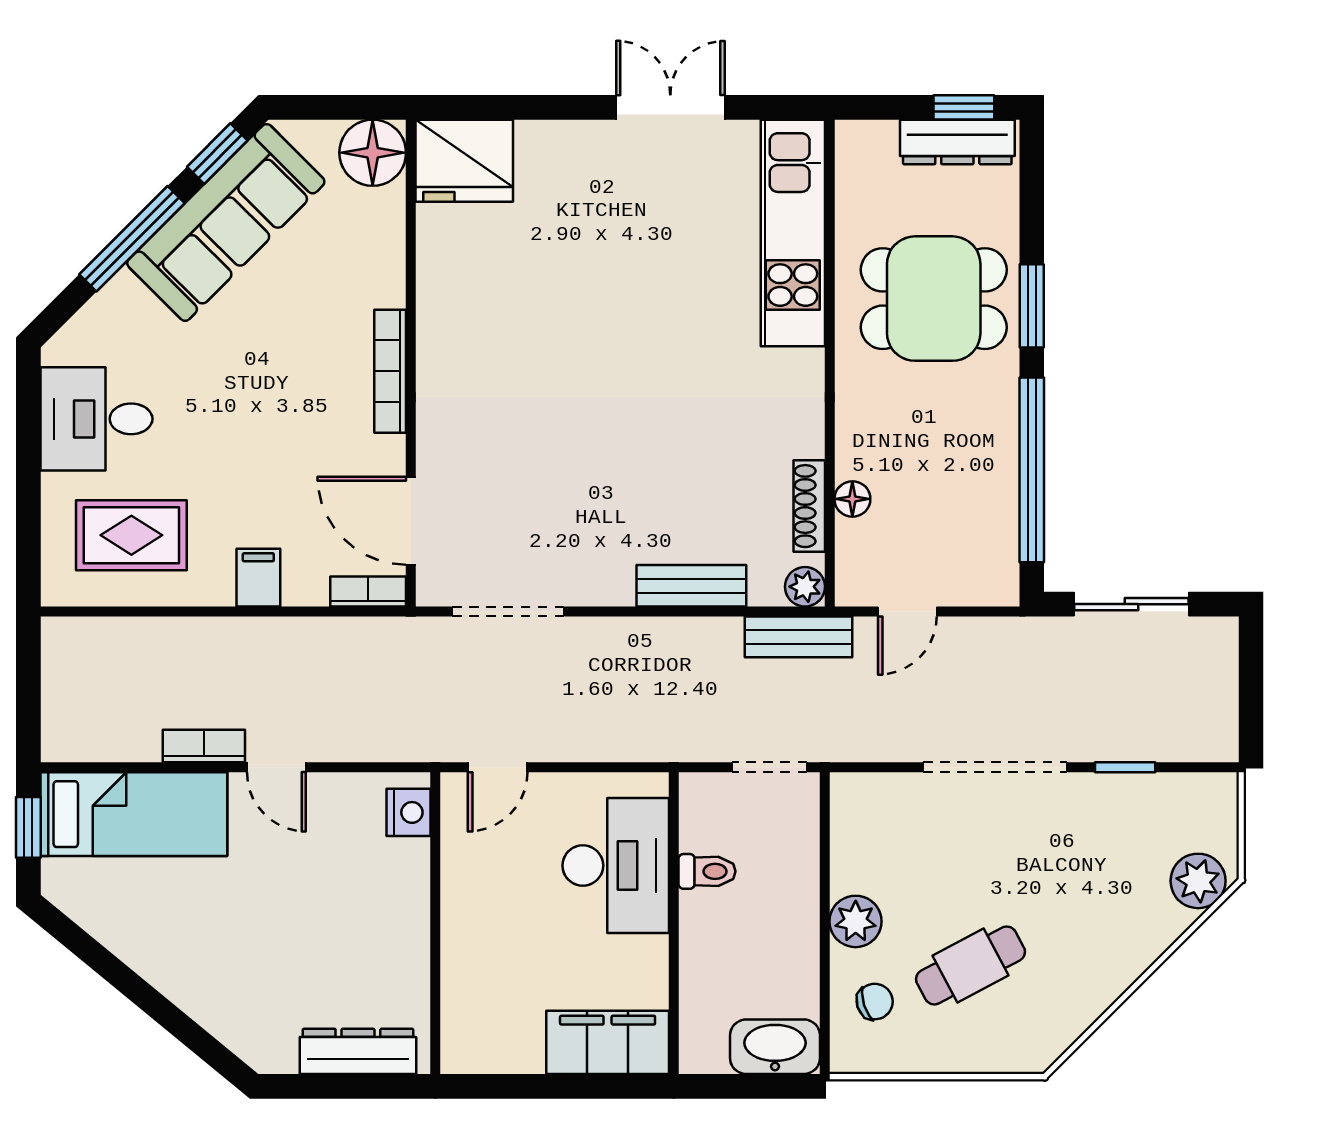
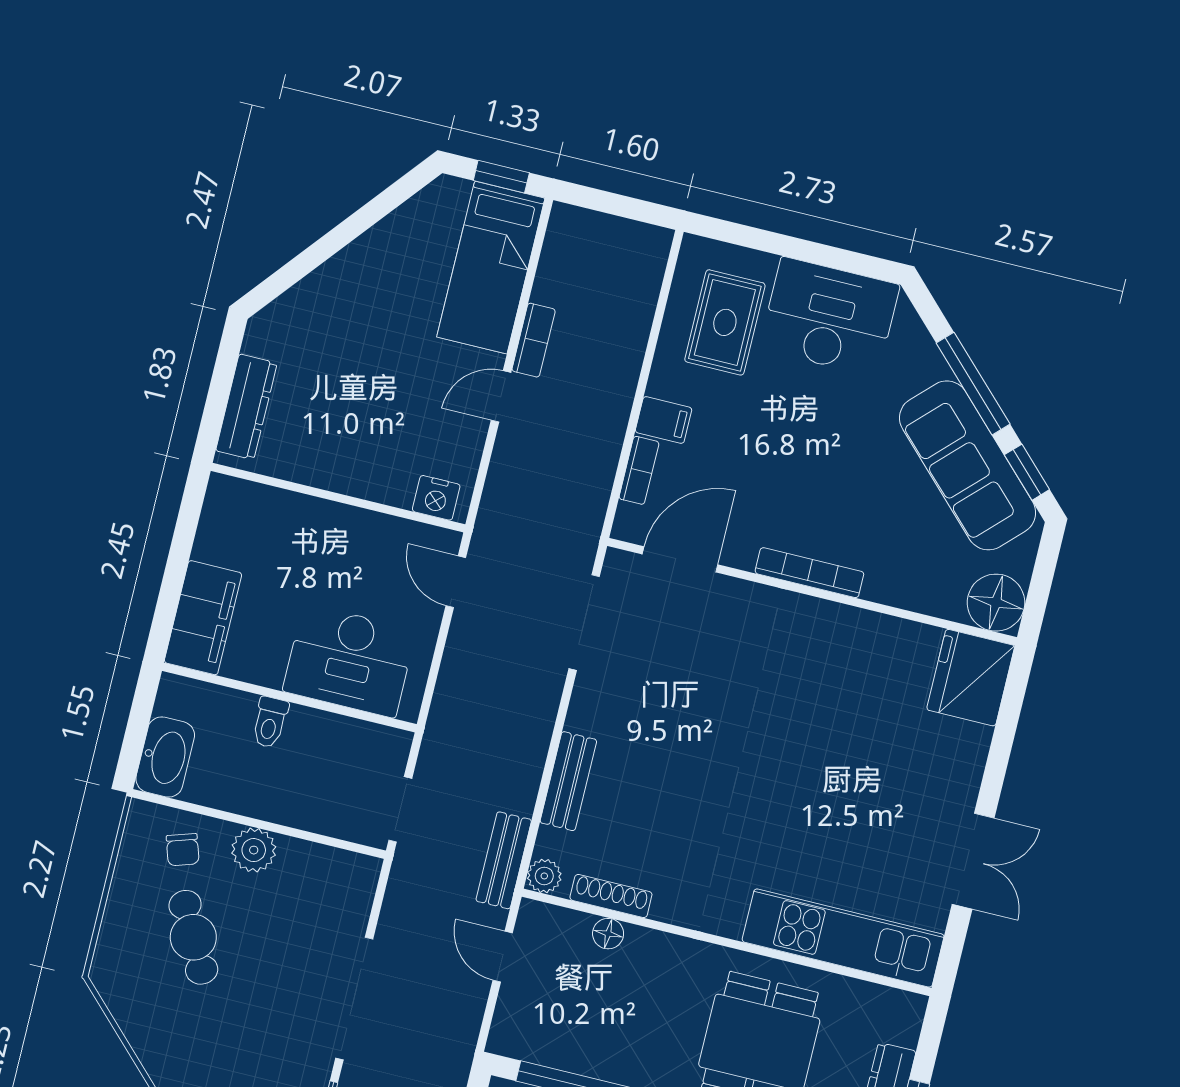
desk: (96, 419) -> (829, 317), width x1.37
bookcase: (368, 591) -> (639, 470), moved
toilet: (707, 871) -> (270, 722), moved

